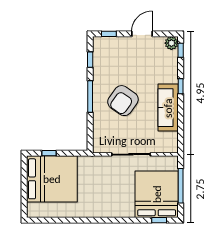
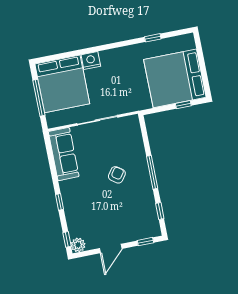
armchair: (123, 101) -> (117, 175), width x0.53, depth x0.53
sofa: (168, 108) -> (64, 154), moved
nightstand: (126, 211) -> (91, 61), added
window: (159, 220) -> (153, 38), moved

